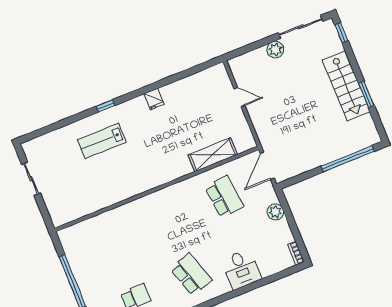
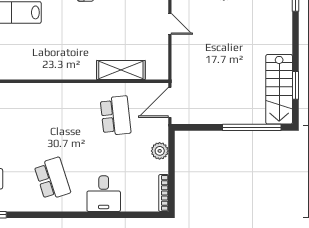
stairs: (346, 86) -> (279, 89), moved
window: (366, 94) -> (295, 85), moved
bookcase: (296, 253) -> (164, 193), width x1.56

